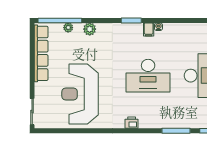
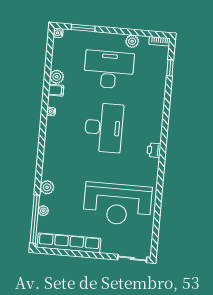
window: (131, 20) -> (42, 141), removed
plant: (190, 29) -> (57, 77), added
filing cabinet: (149, 30) -> (56, 90), moved
window: (176, 131) -> (167, 102), removed

